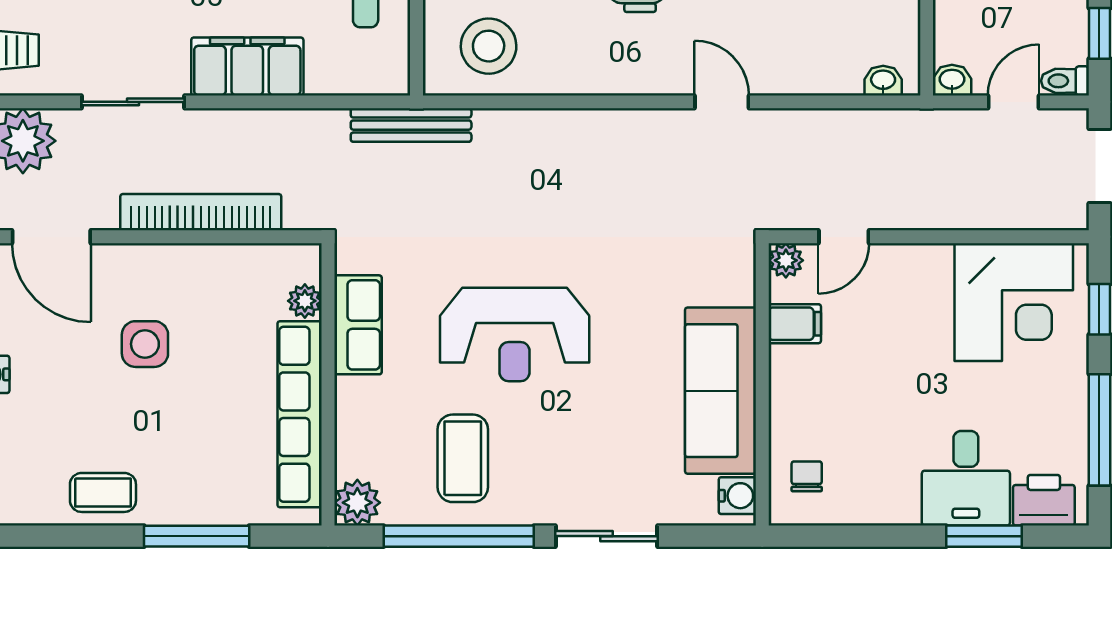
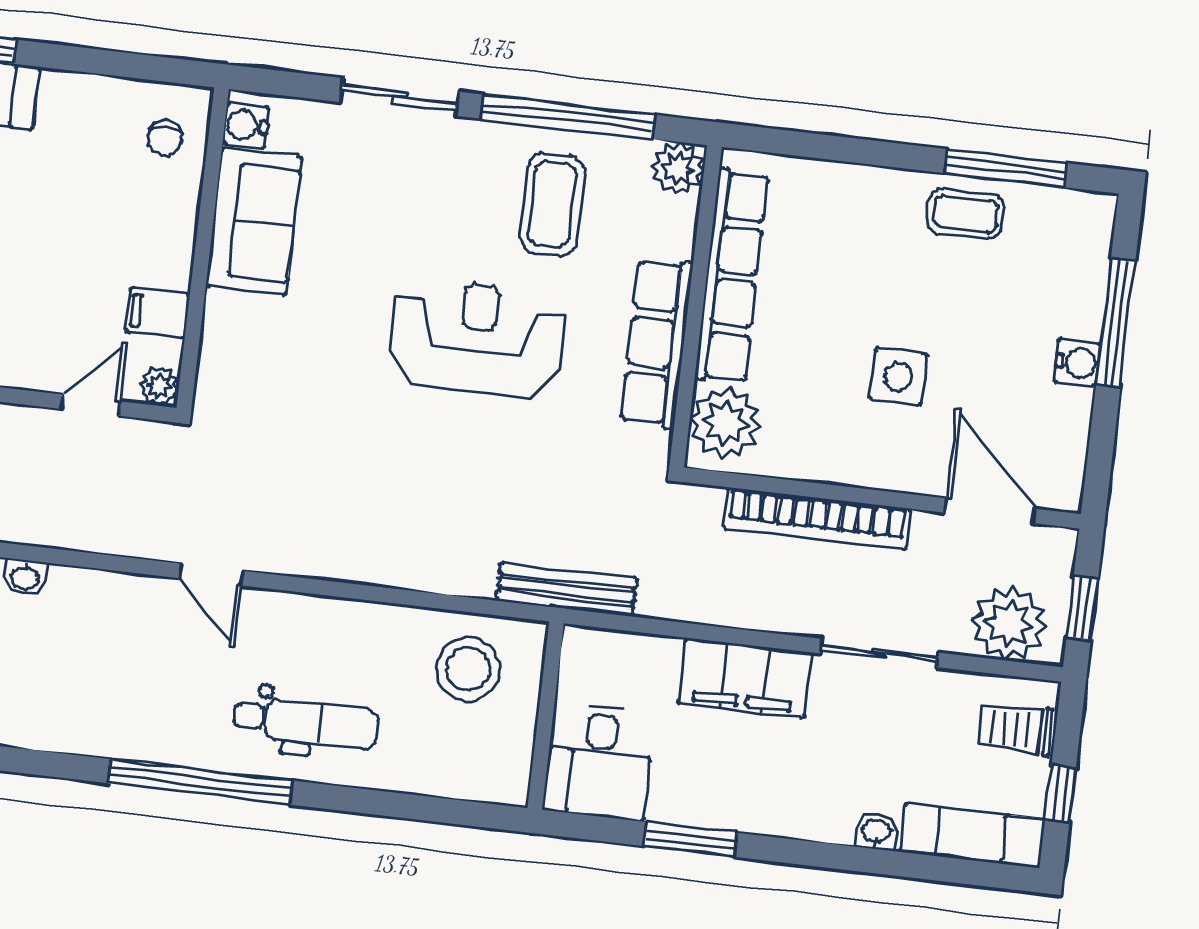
plant: (305, 301) -> (726, 423), width x1.87, depth x1.87
row of seats: (358, 325) -> (657, 343), width x1.48
sofa: (721, 391) -> (254, 222), width x0.73
window: (197, 536) -> (1005, 168), moved

